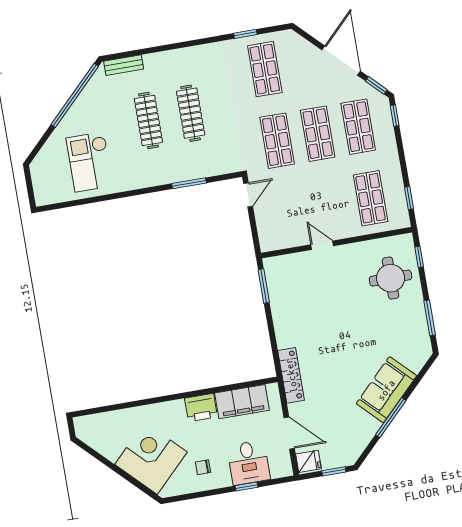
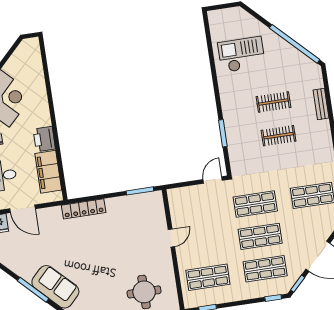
bench: (124, 65) -> (321, 104), moved
clothes rail: (191, 113) -> (279, 136), width x0.73
clothes rail: (148, 120) -> (273, 102), width x0.73
door: (248, 195) -> (213, 180), swing flipped
locker: (291, 375) -> (84, 209), moved
door: (289, 433) -> (23, 209), hinge flipped

